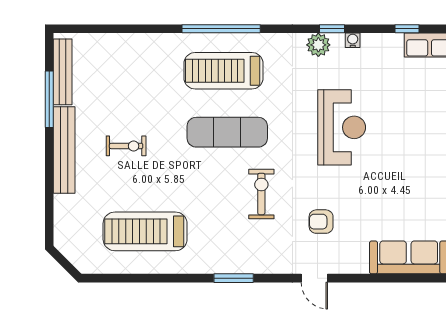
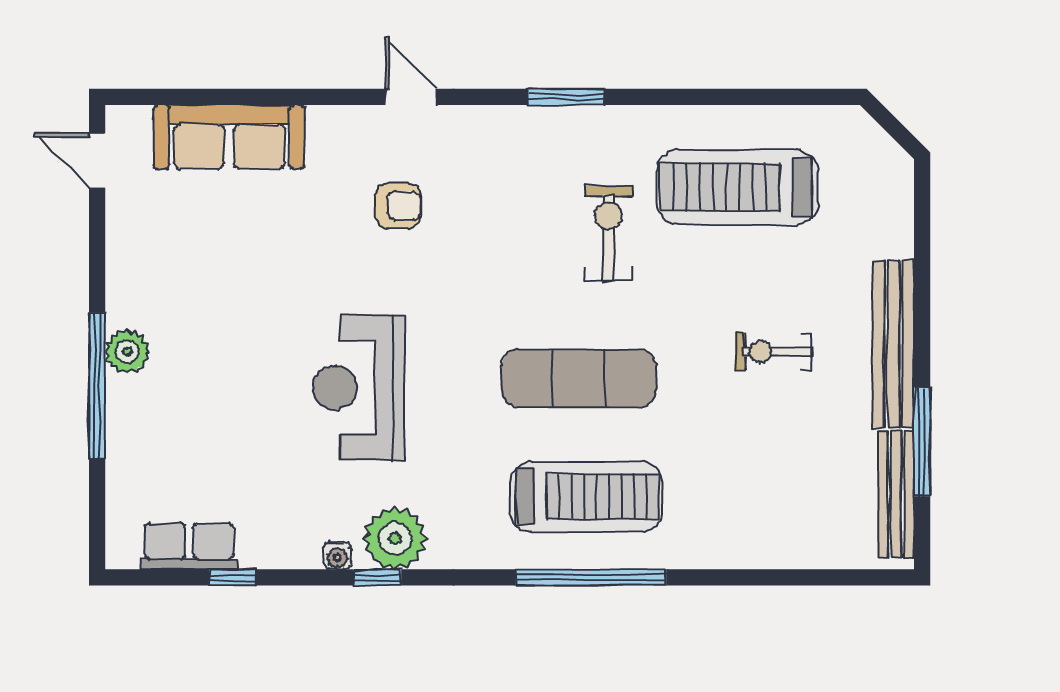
plant: (318, 45) -> (395, 538), width x1.36, depth x1.36
exercise bike: (261, 194) -> (609, 233), moved, turned 180
treadmill: (145, 231) -> (737, 187), turned 180

